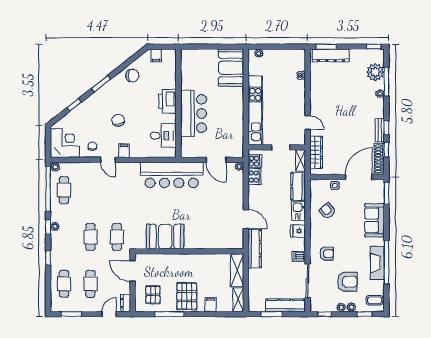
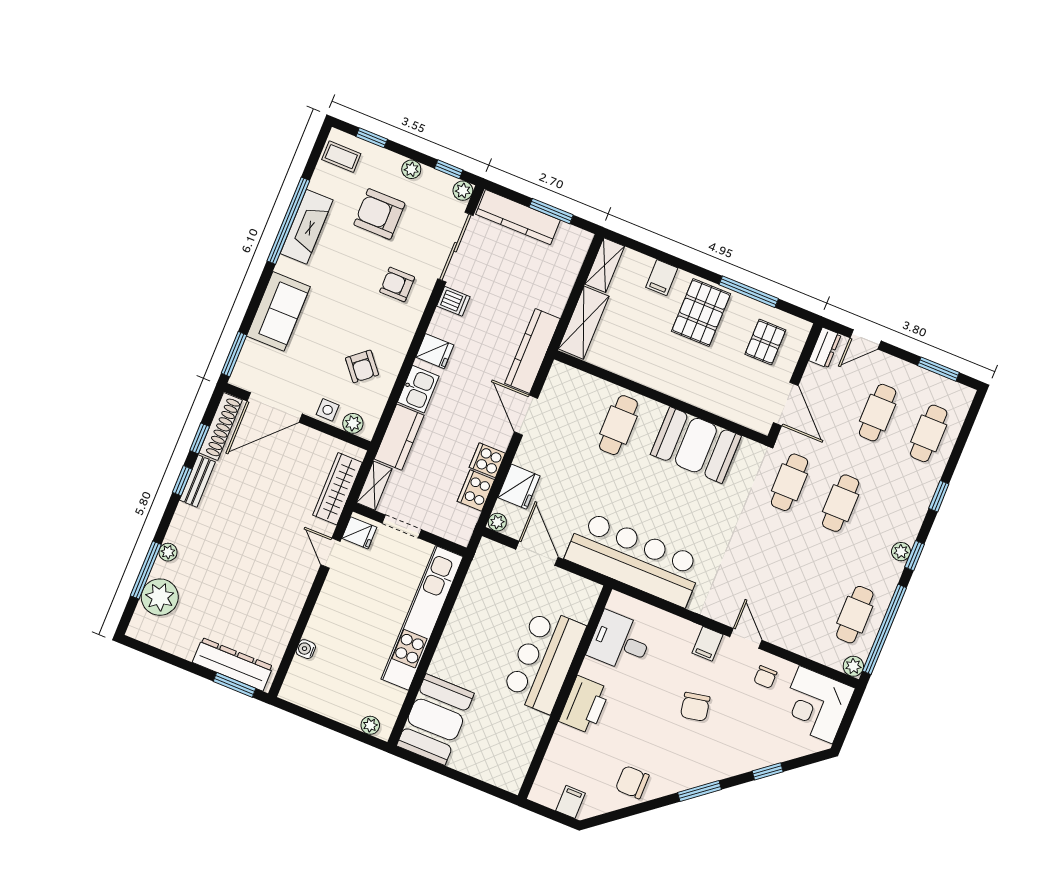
window: (374, 47) -> (143, 648), removed
fridge: (299, 137) -> (359, 533), added
cooker: (255, 161) -> (487, 460), moved
plant: (321, 184) -> (353, 423), added
fridge: (236, 186) -> (519, 487), added
cafe table: (203, 231) -> (618, 425), added
plant: (351, 307) -> (463, 191), moved

